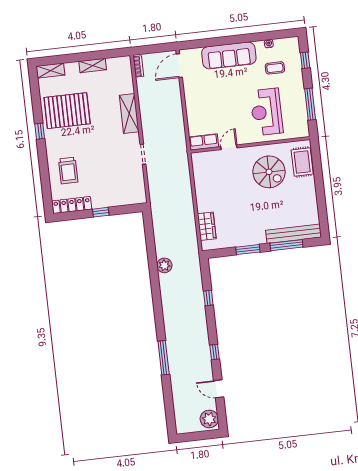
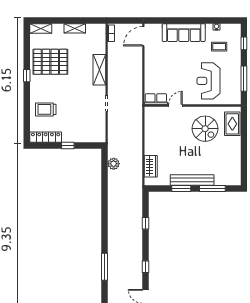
trolley: (68, 170) -> (46, 109), turned 90
bench: (294, 234) -> (192, 180), moved
plant: (164, 265) -> (114, 164), moved

